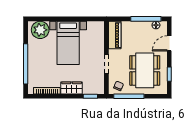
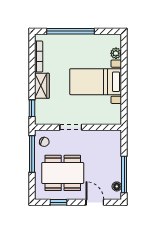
plant: (40, 30) -> (116, 53), width x0.53, depth x0.53
piano: (115, 35) -> (105, 137), removed

